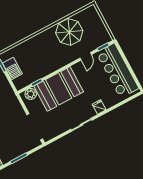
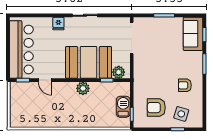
parasol: (69, 32) -> (48, 113), removed
door: (86, 56) -> (45, 80), swing flipped
plant: (52, 66) -> (83, 88), added

